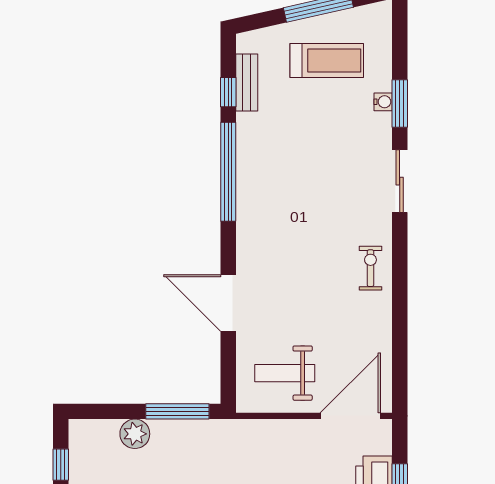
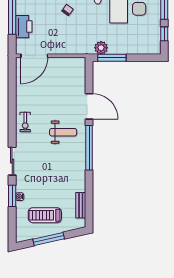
window: (228, 92) -> (89, 201), removed
window: (228, 172) -> (89, 148), moved
weight bench: (285, 373) -> (63, 132), moved
plant: (135, 434) -> (101, 48), moved

